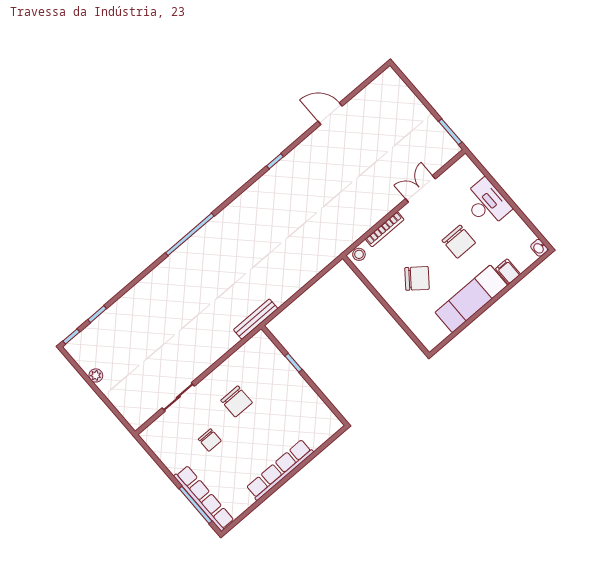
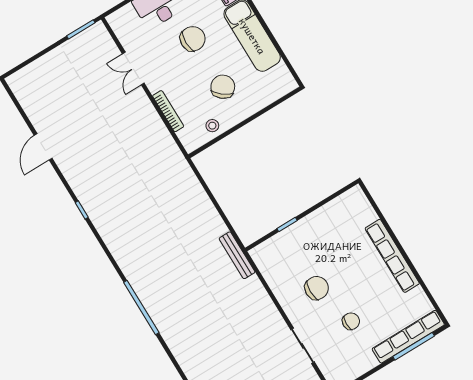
stool: (359, 254) -> (212, 126), moved

